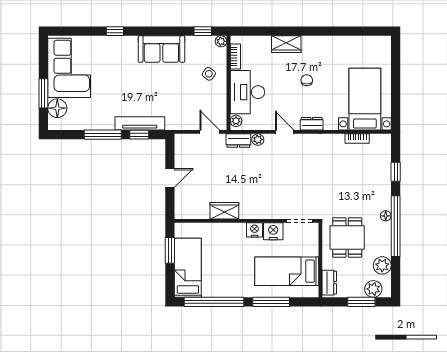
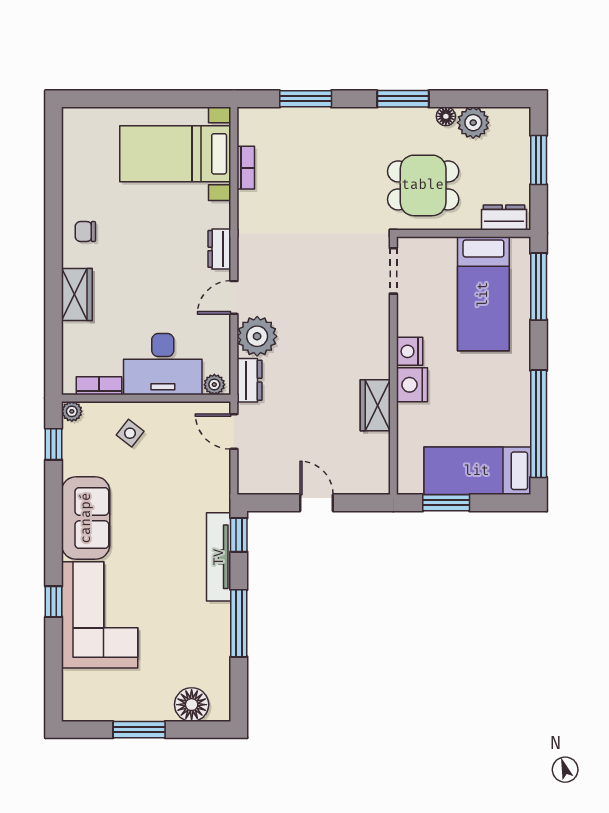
corner sofa: (69, 68) -> (100, 615), moved, turned 90
chair: (307, 80) -> (85, 232), moved
window: (43, 93) -> (139, 730), moved
door: (210, 132) -> (234, 432), hinge flipped
window: (139, 135) -> (239, 535), moved
plant: (258, 140) -> (257, 336), width x1.88, depth x1.88
window: (396, 172) -> (306, 99), width x1.50
floor lamp: (386, 216) -> (446, 116), moved
window: (396, 226) -> (403, 99), width x0.47
nightstand: (273, 231) -> (412, 385), moved
plant: (373, 289) -> (515, 139), removed
window: (271, 302) -> (539, 287), moved

